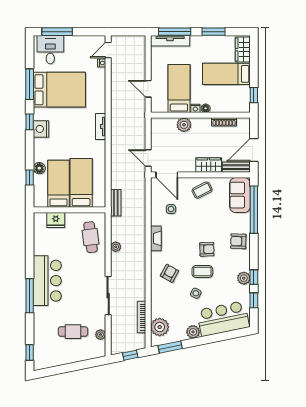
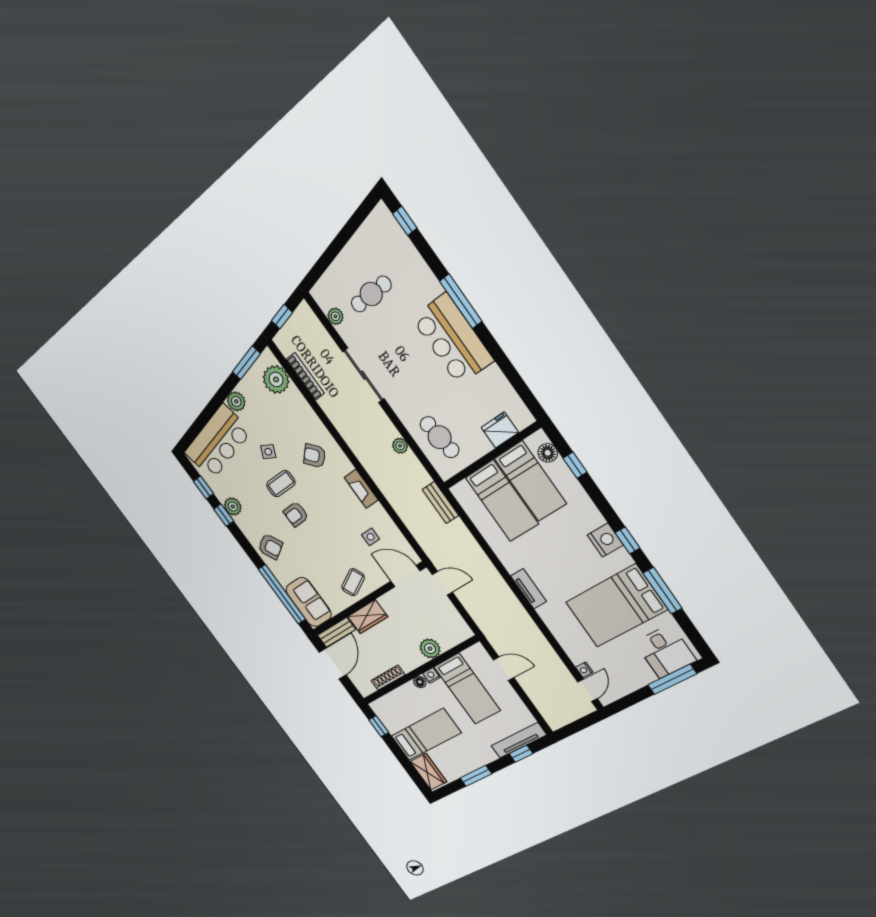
window: (175, 32) -> (521, 754), width x0.46
floor lamp: (39, 168) -> (548, 453), moved
armchair: (238, 241) -> (270, 547), turned 58
armchair: (169, 273) -> (315, 456), turned 108

